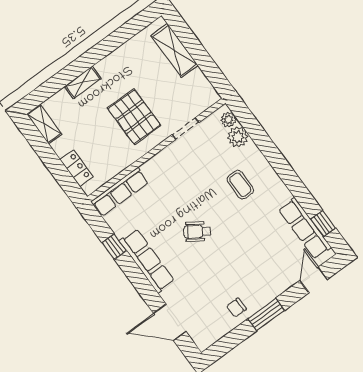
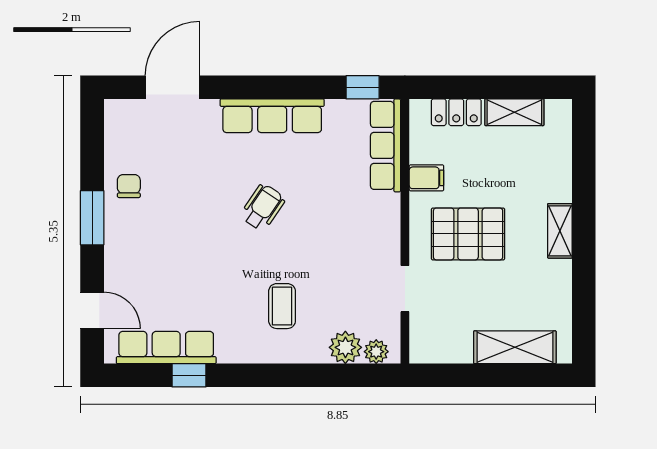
shelving: (83, 82) -> (560, 231), moved
shelving: (44, 124) -> (514, 112), moved
filing cabinet: (121, 159) -> (426, 178), added
coffee table: (240, 185) -> (282, 306), turned 90
window: (323, 223) -> (189, 375), moved
window: (114, 247) -> (363, 87), moved

